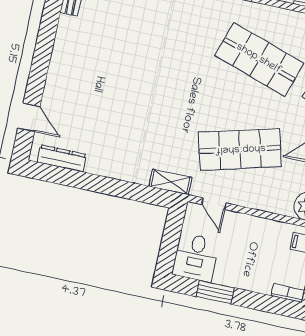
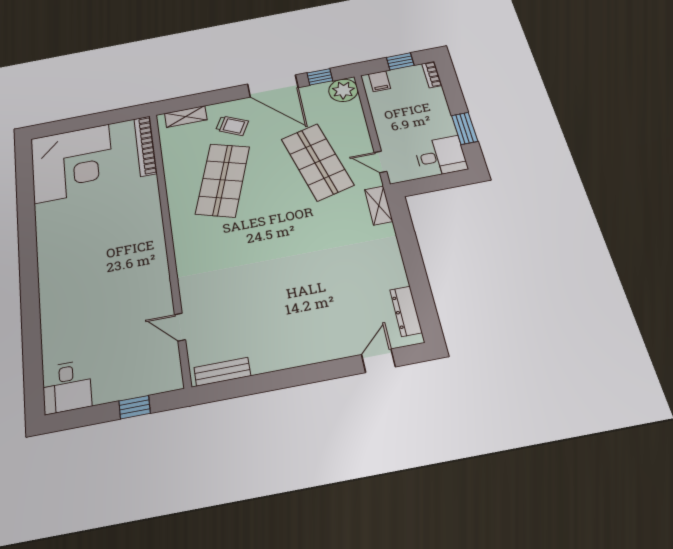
door: (214, 204) -> (381, 162), swing flipped

